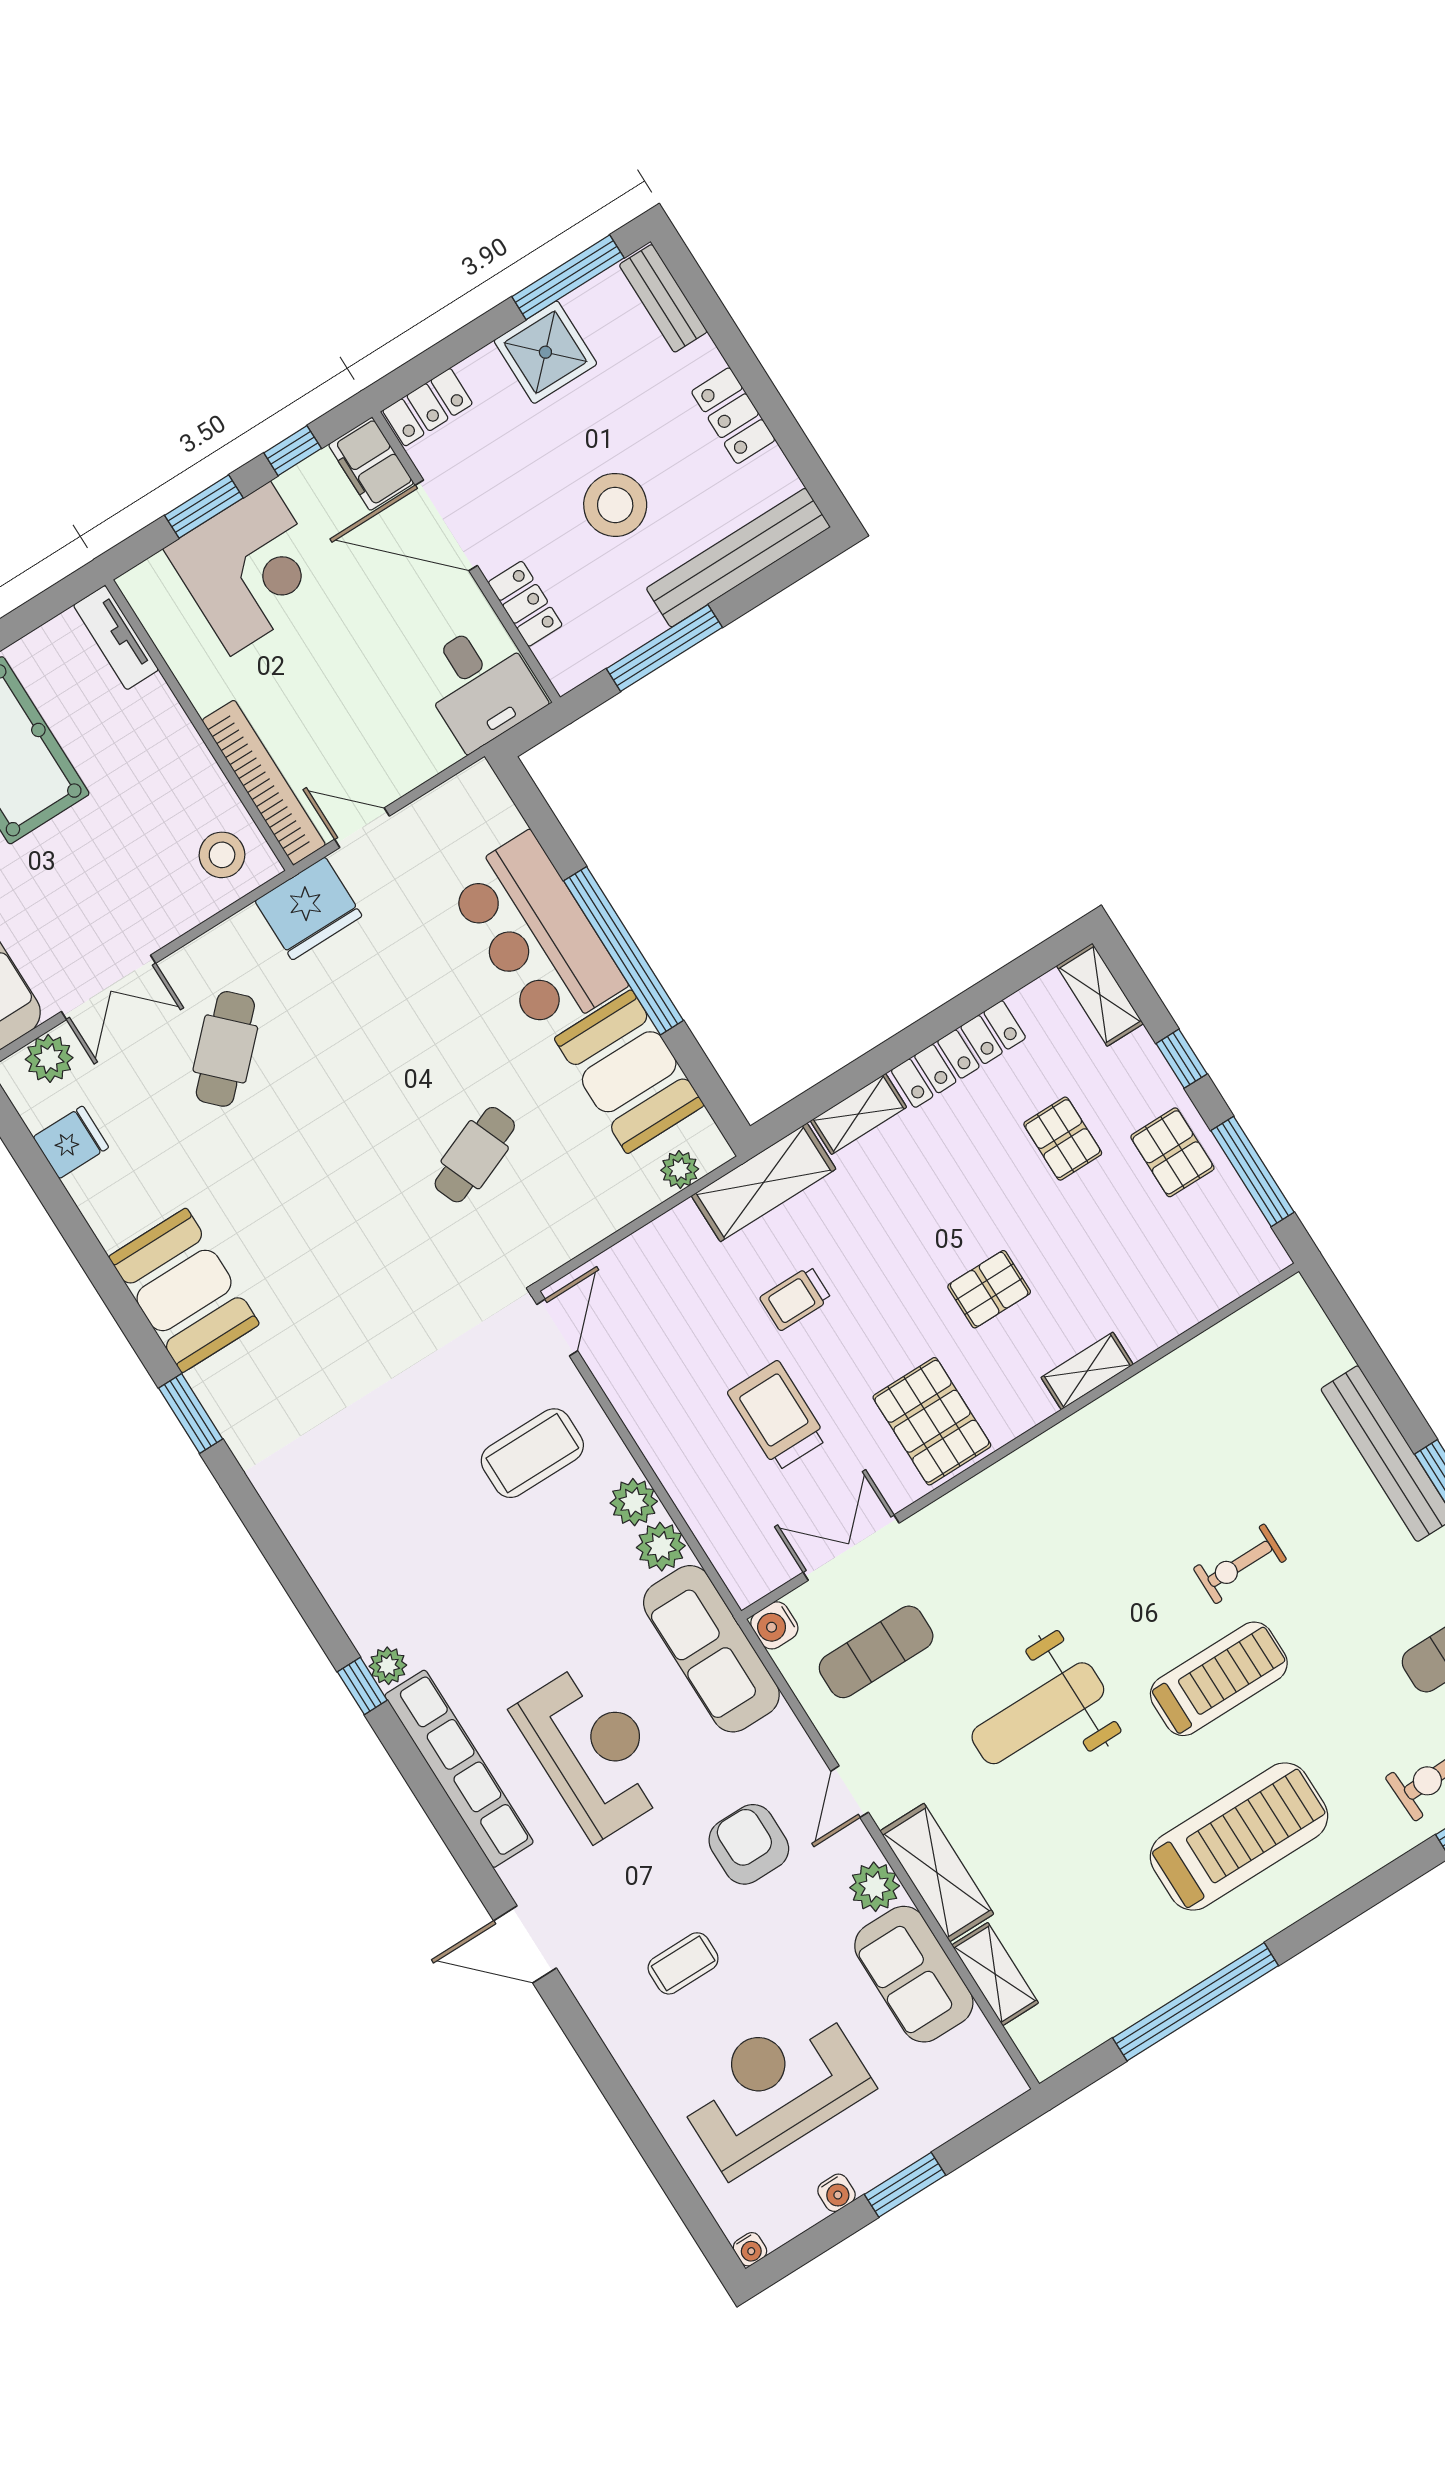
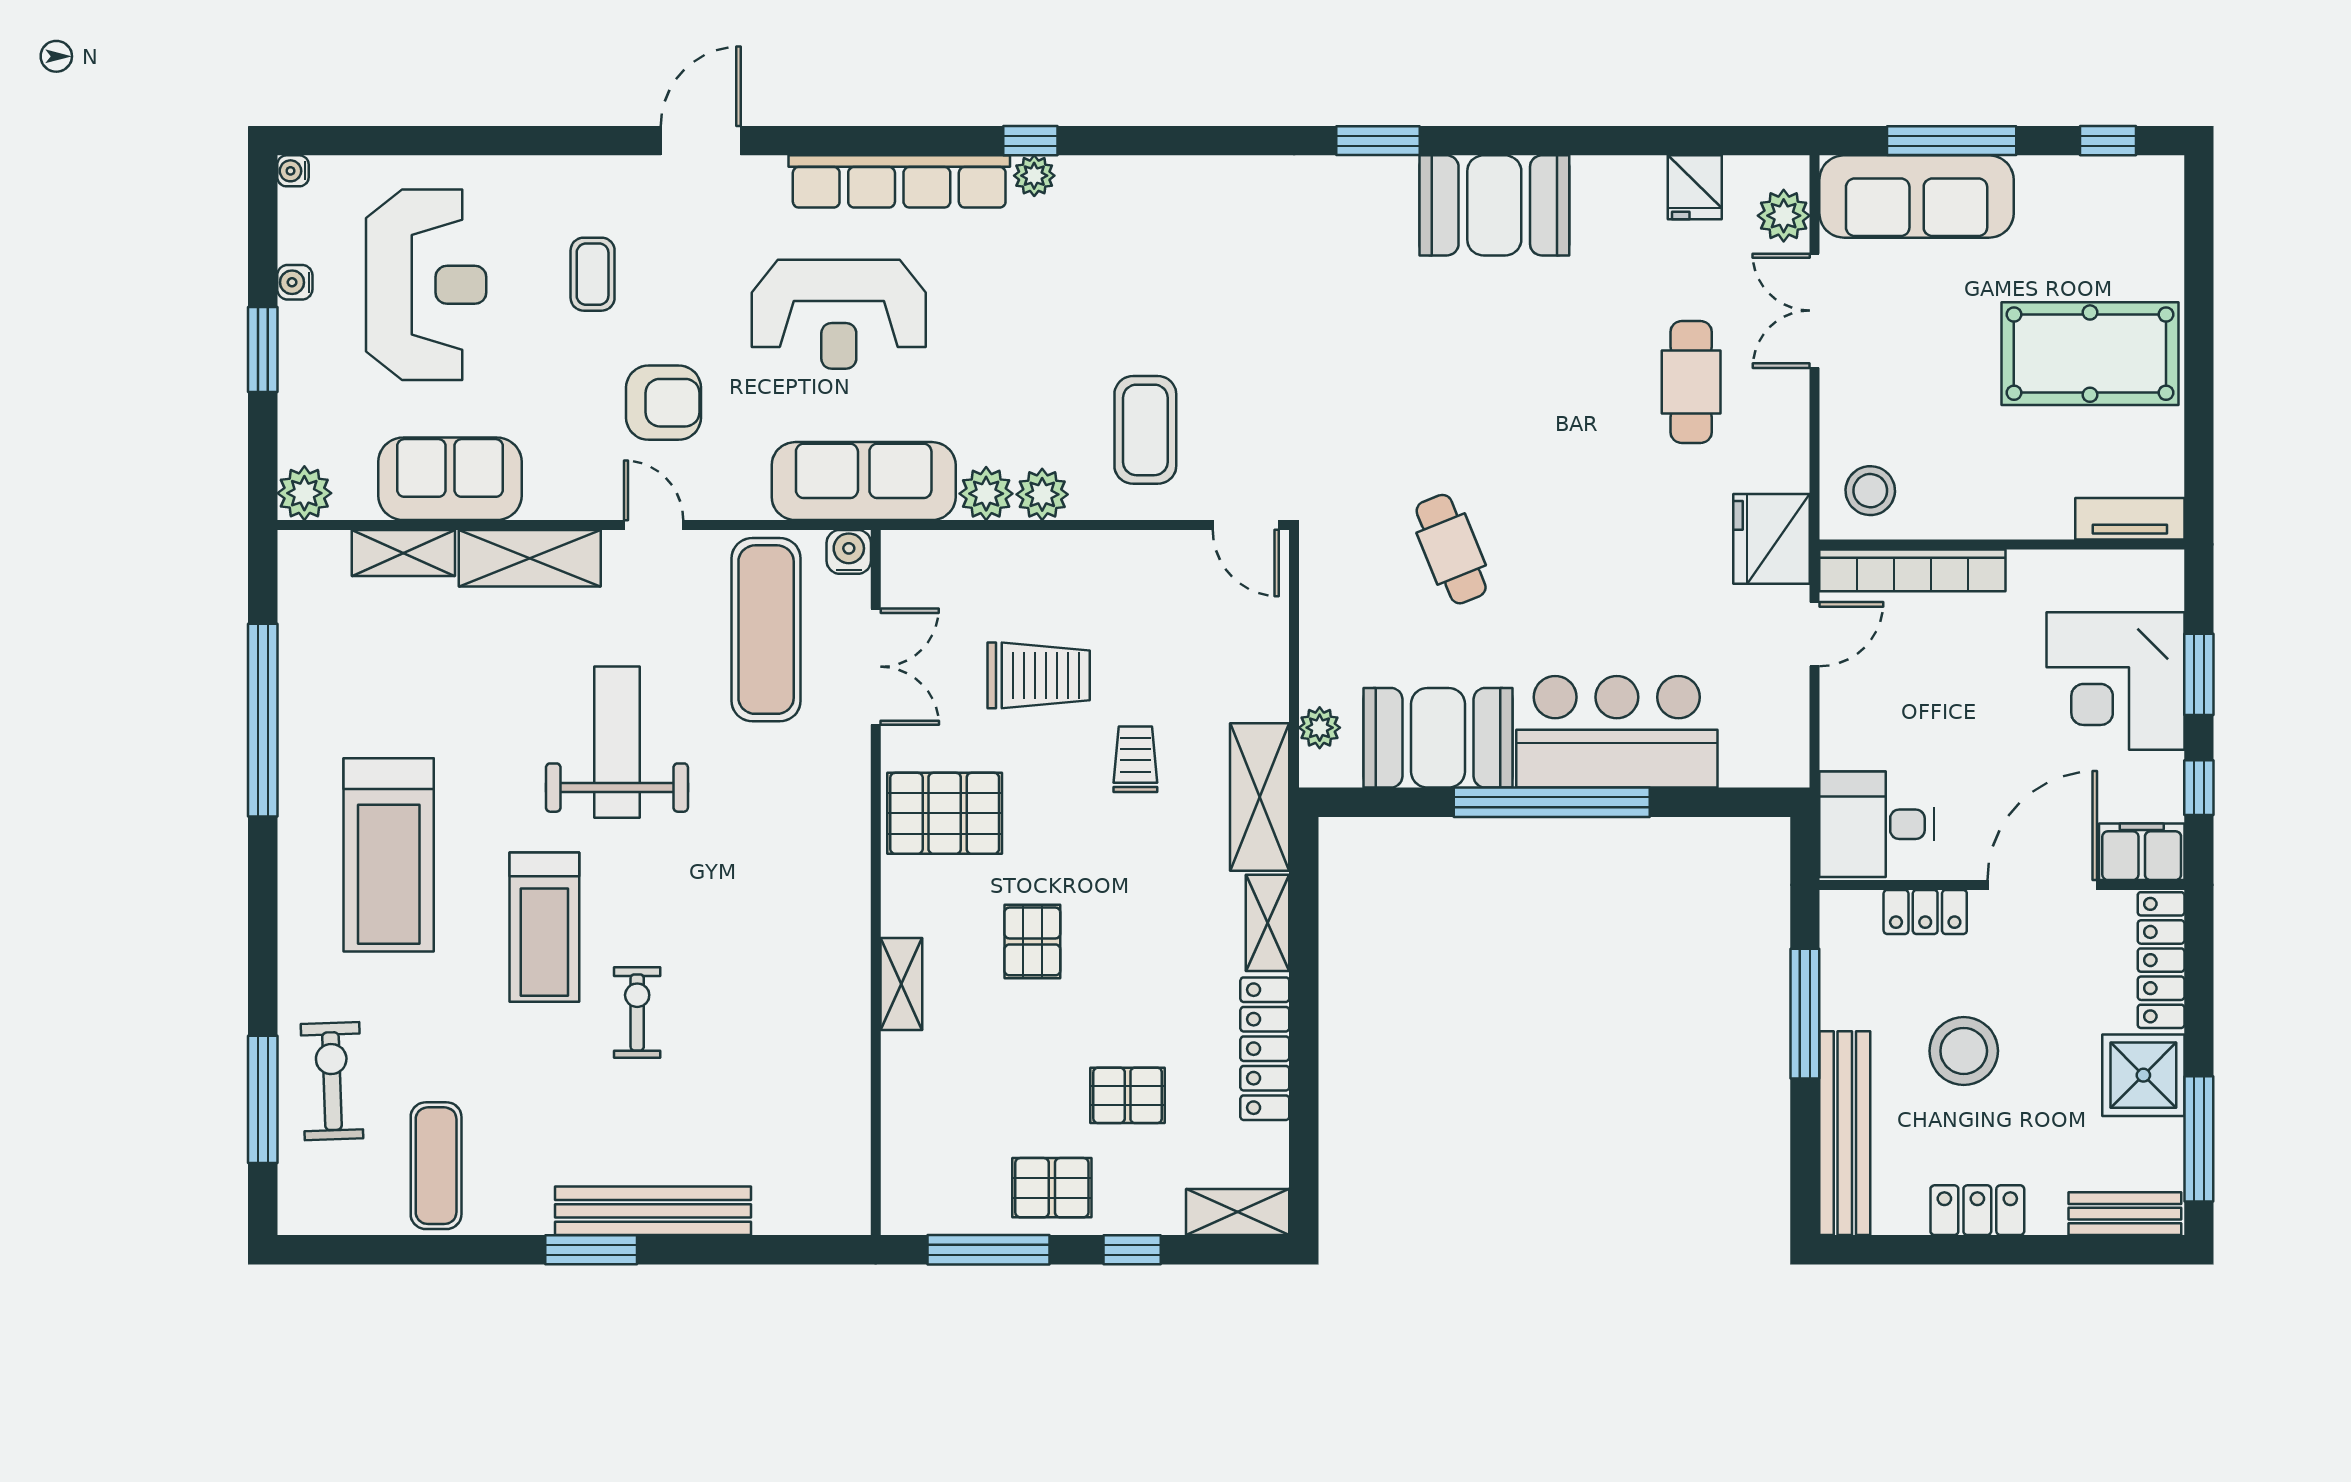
locker: (428, 407) -> (2161, 960), width x1.53
cafe table: (225, 1049) -> (1691, 382), turned 45
exercise mat: (876, 1652) -> (766, 630), width x1.36, depth x1.45
plant: (875, 1887) -> (304, 493), moved

